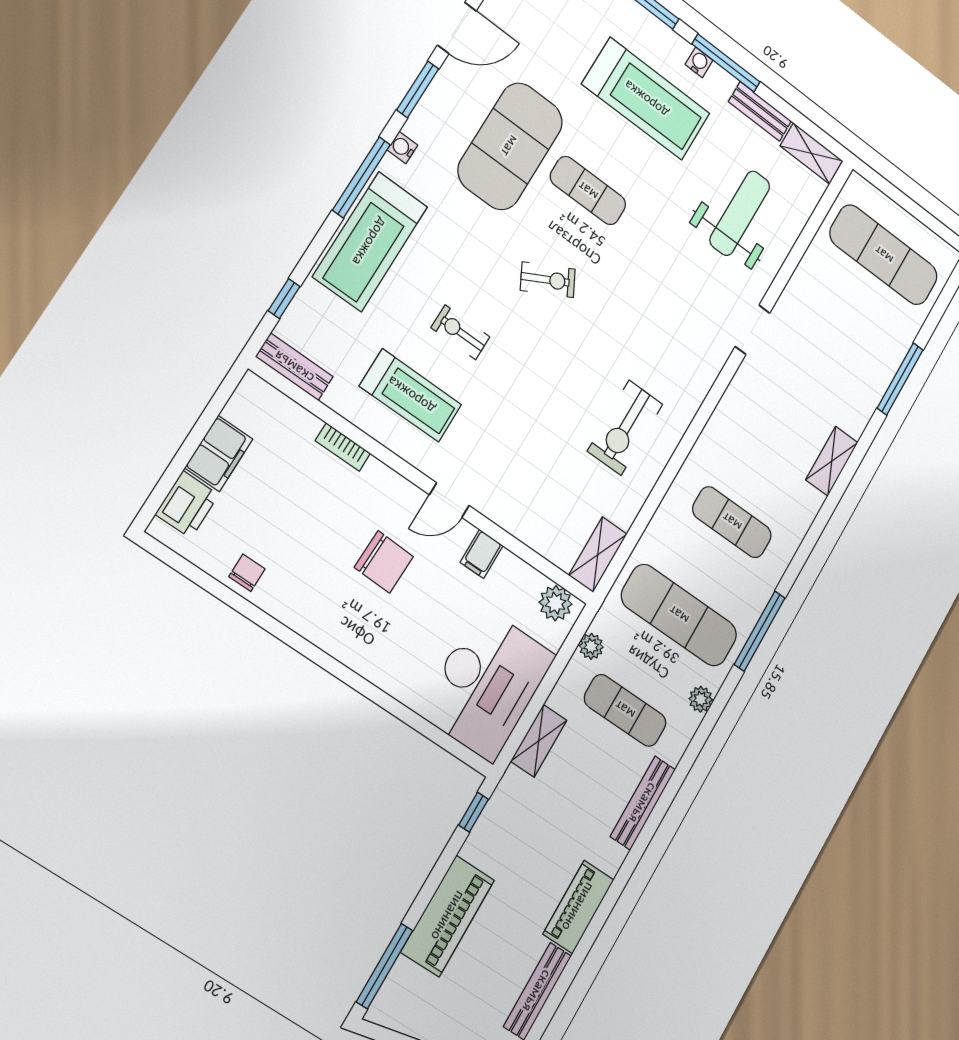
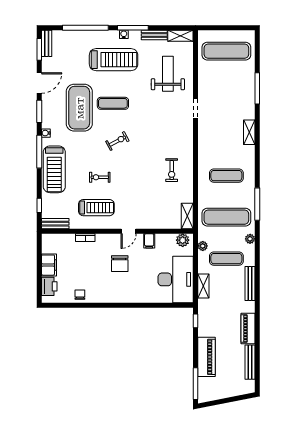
exercise bike: (625, 428) -> (172, 170), width x0.73, depth x0.72
chair: (384, 562) -> (120, 264), turned 88

